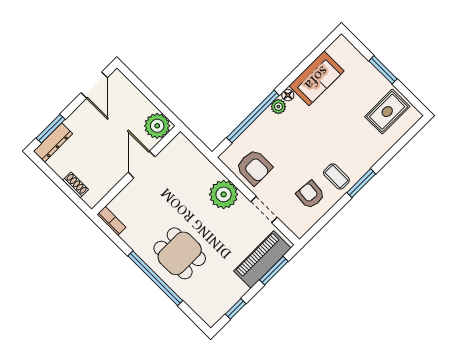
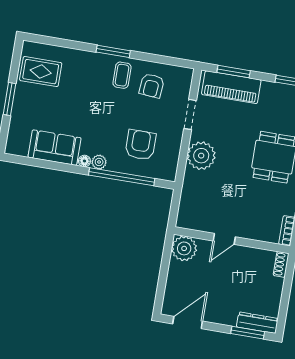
door: (142, 165) -> (224, 239), width x0.73
armchair: (254, 167) -> (141, 145), moved
shoe rack: (76, 185) -> (281, 264), moved

